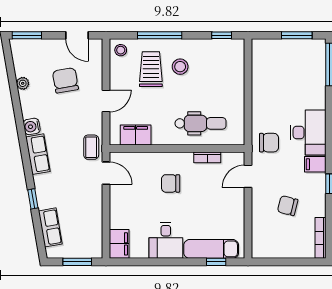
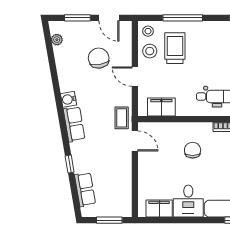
window: (27, 35) -> (77, 18), moved
stool: (180, 67) -> (150, 51), moved
plant: (23, 83) -> (57, 40), moved
door: (106, 101) -> (135, 77), swing flipped
chair: (171, 183) -> (193, 150), turned 90
filing cabinet: (119, 244) -> (159, 208), moved, turned -90

